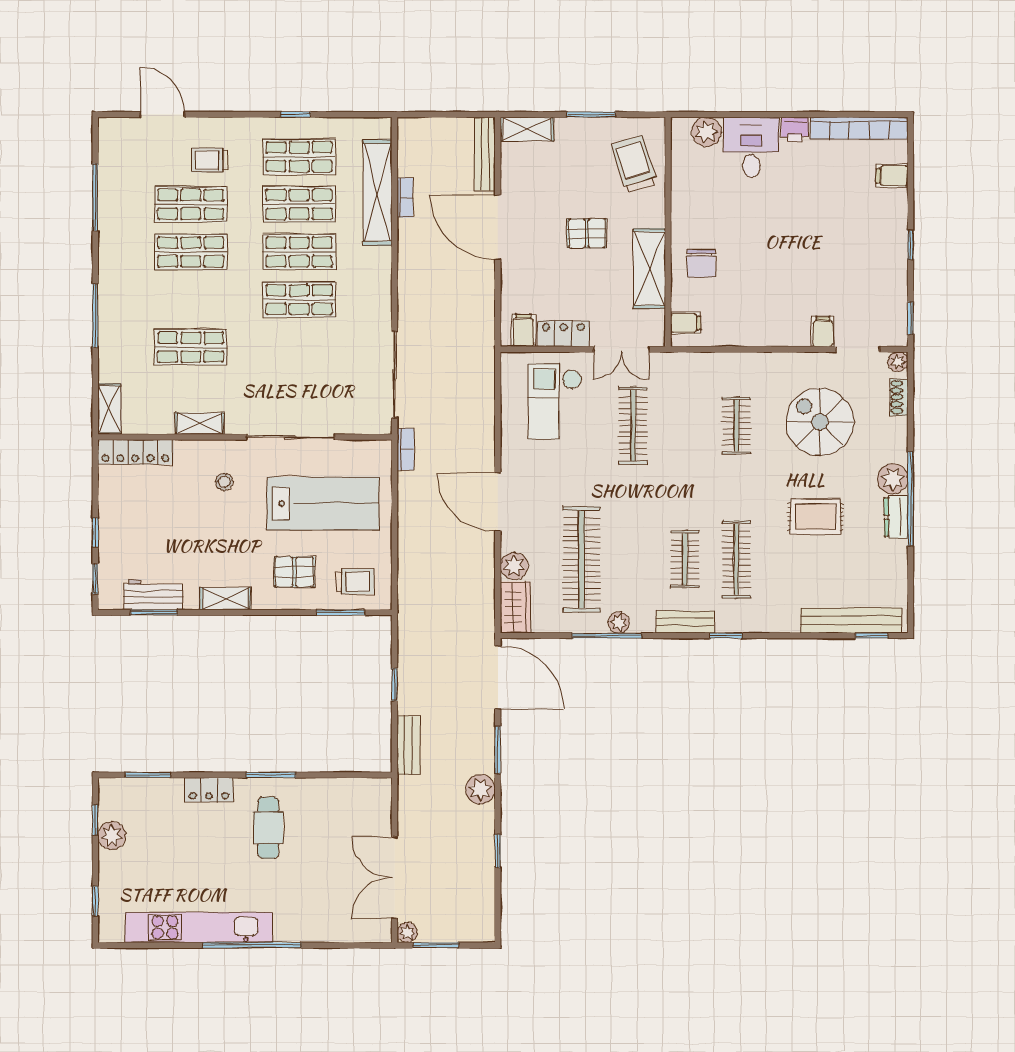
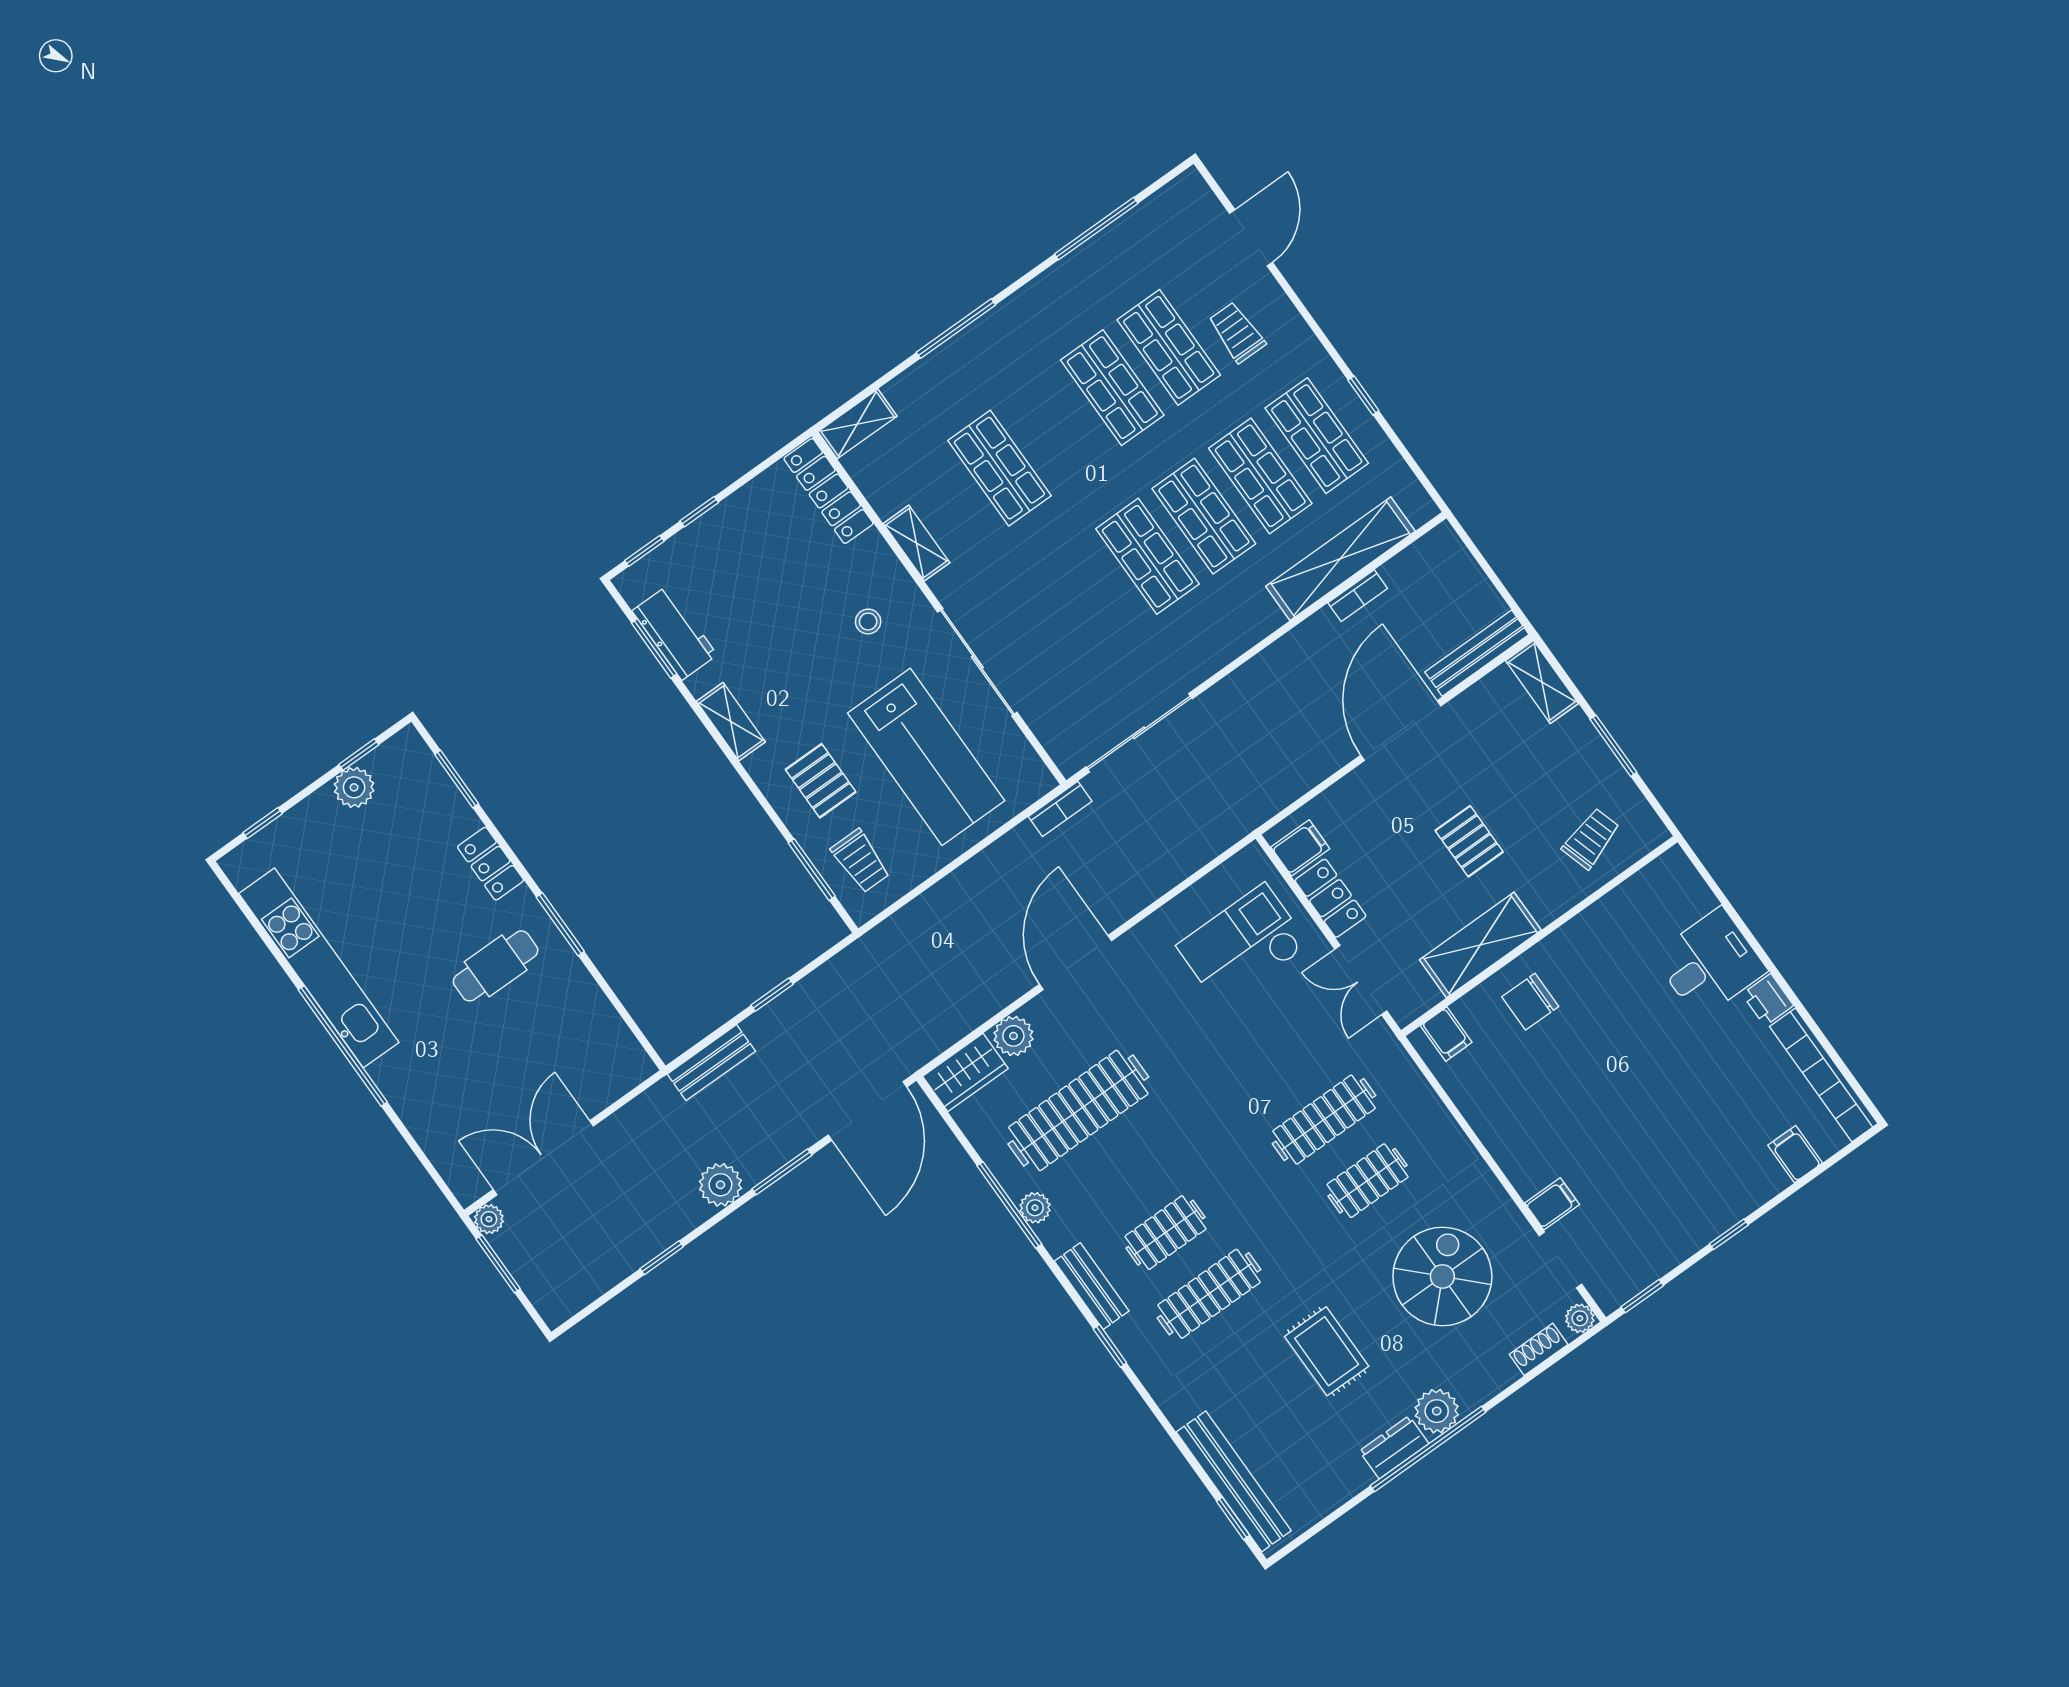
plant: (706, 132) -> (1690, 897), removed
trolley: (634, 164) -> (1591, 839), width x0.73, depth x0.72
clothes rail: (633, 426) -> (1324, 1120), moved

